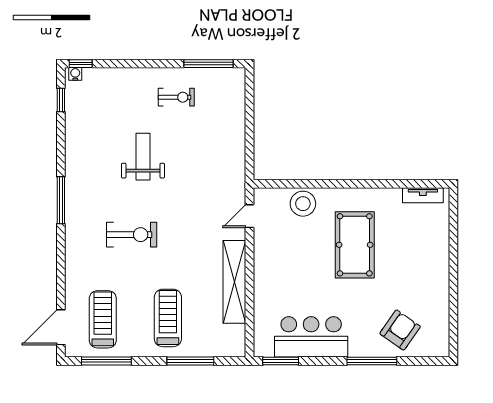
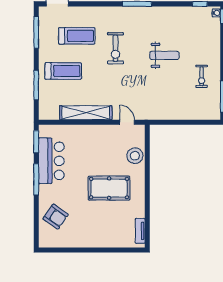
treadmill: (103, 319) -> (77, 36), moved
window: (372, 361) -> (36, 179), moved

